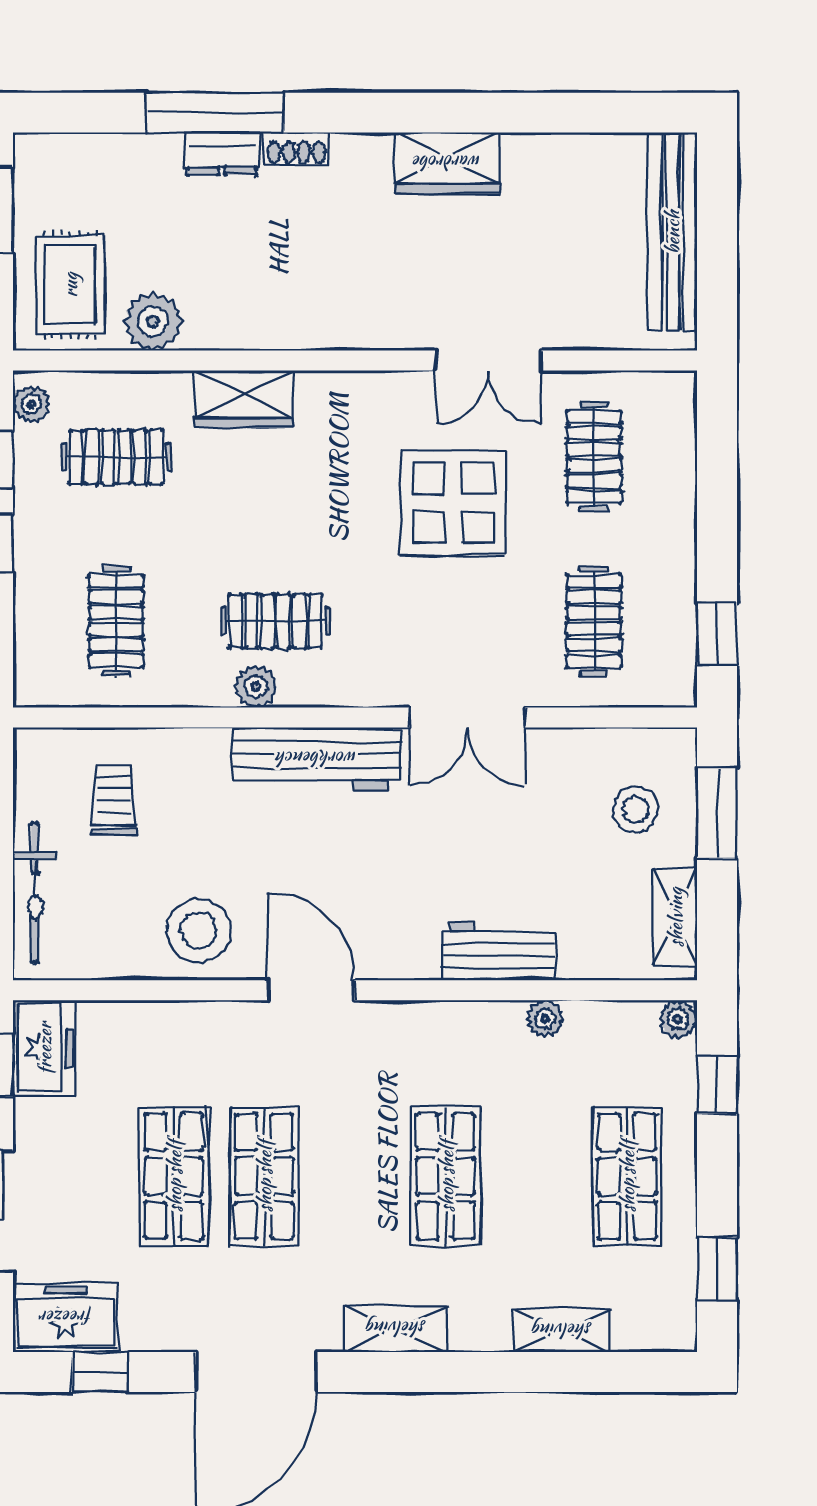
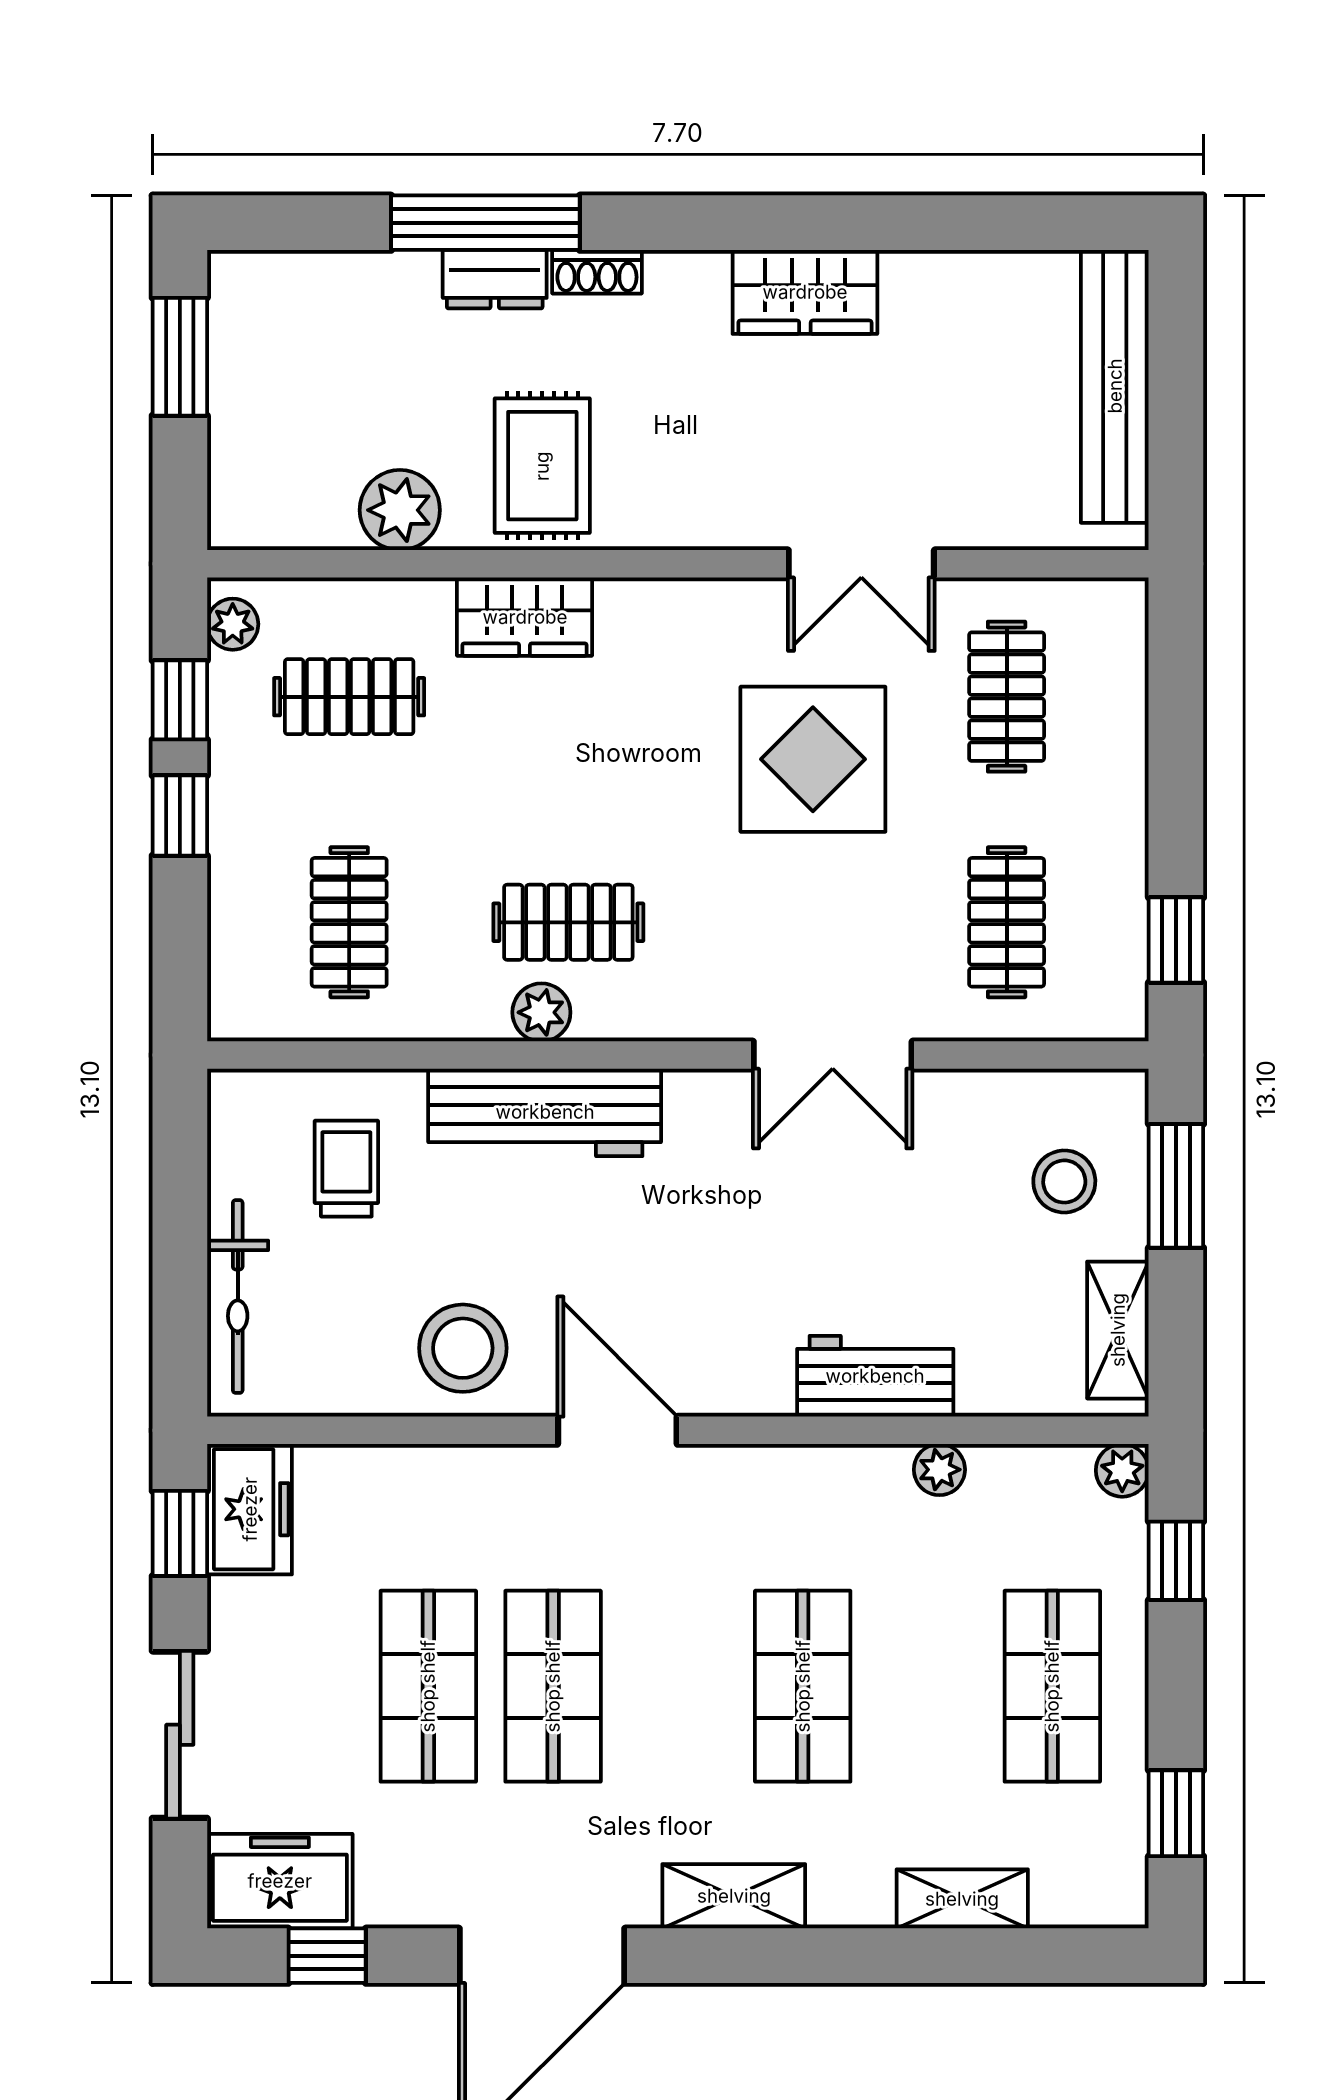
rug: (70, 285) -> (542, 466), moved
workbench: (317, 759) -> (545, 1112), moved

